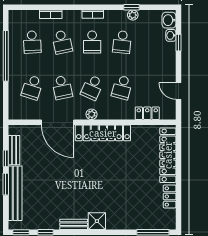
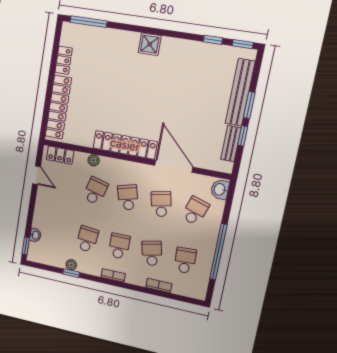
washbasin: (169, 20) -> (220, 189), moved, turned 180
window: (178, 43) -> (26, 246), moved
school desk: (92, 87) -> (128, 197), turned -39
locker: (147, 113) -> (60, 155), moved
plant: (92, 114) -> (94, 160), moved
bench: (74, 224) -> (177, 44), removed

